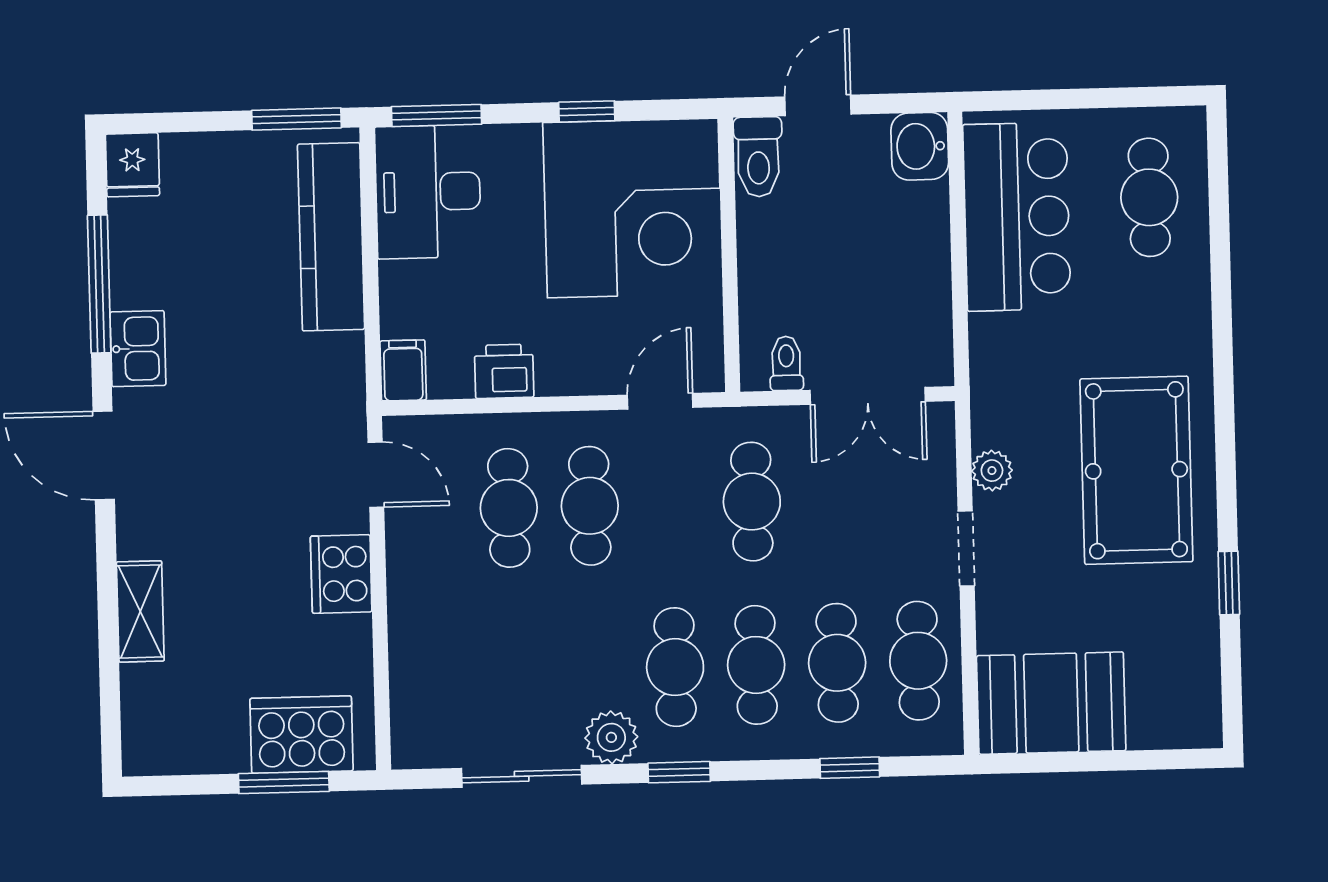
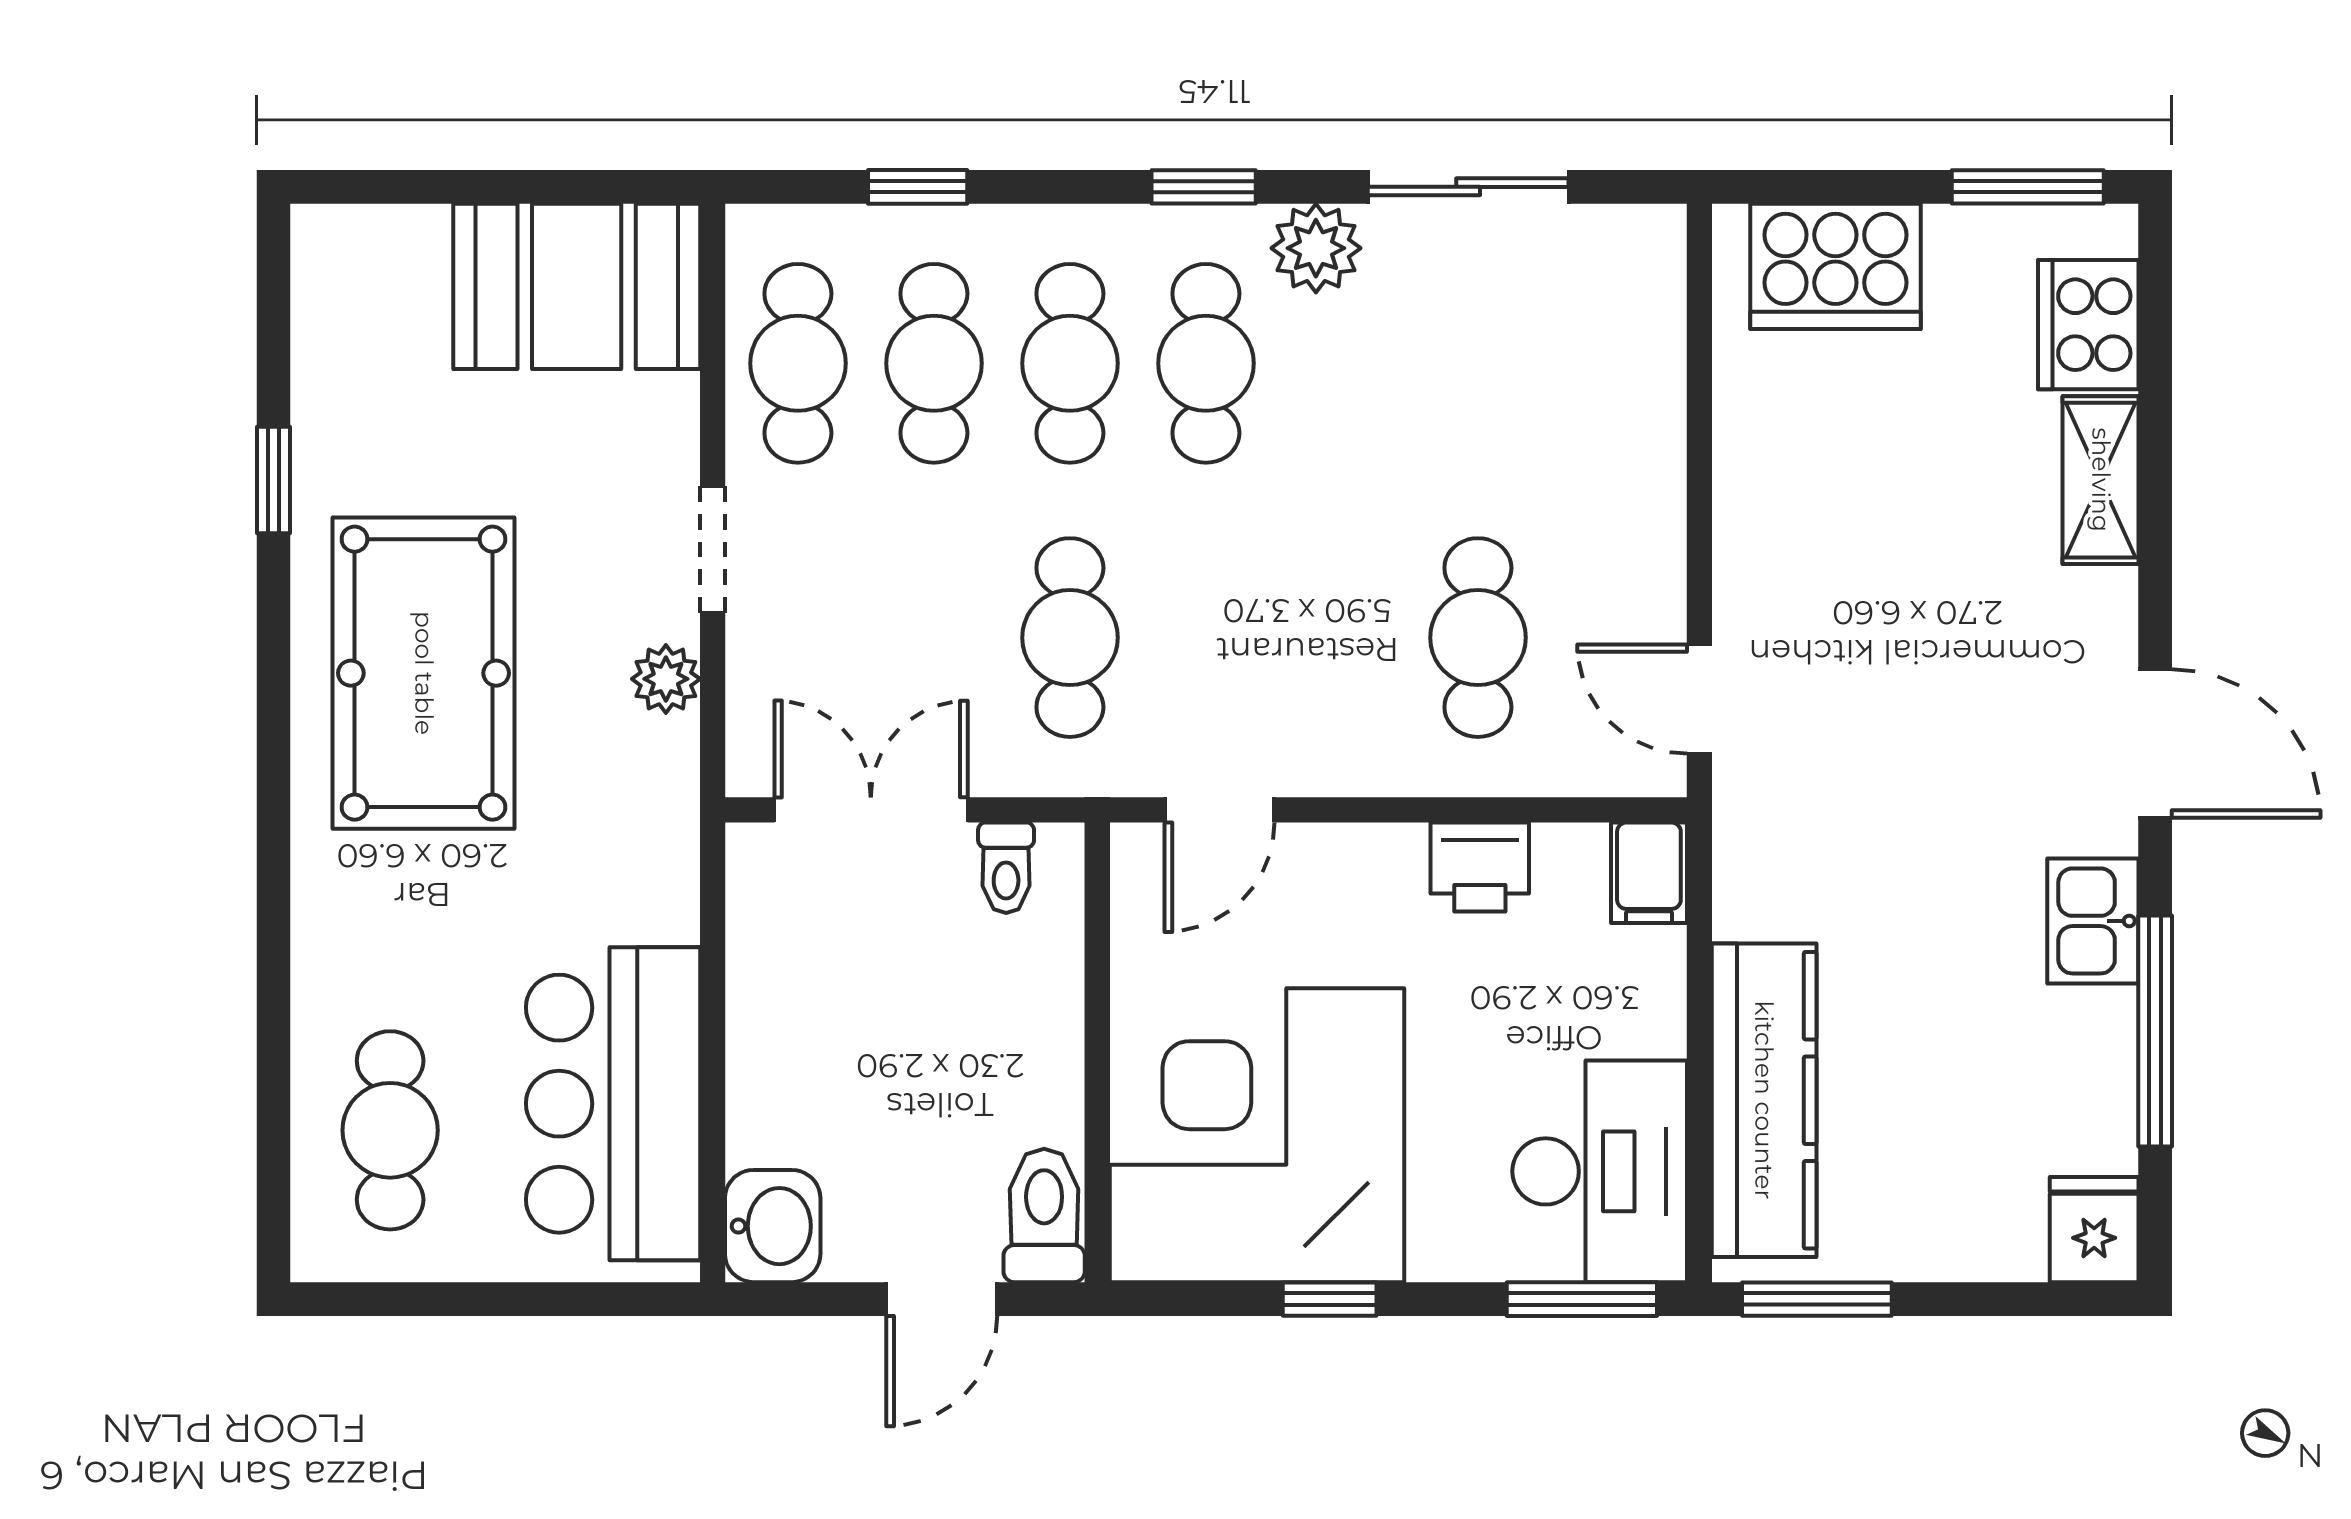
cafe table: (590, 506) -> (1342, 638), removed
cooker: (341, 574) -> (2088, 325), moved, turned 180
window: (284, 783) -> (2028, 187), moved

